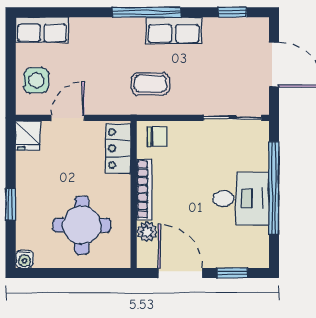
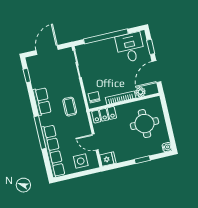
window: (147, 12) -> (40, 132), moved
row of seats: (42, 30) -> (53, 151), width x2.02
desk: (241, 199) -> (130, 47), moved

